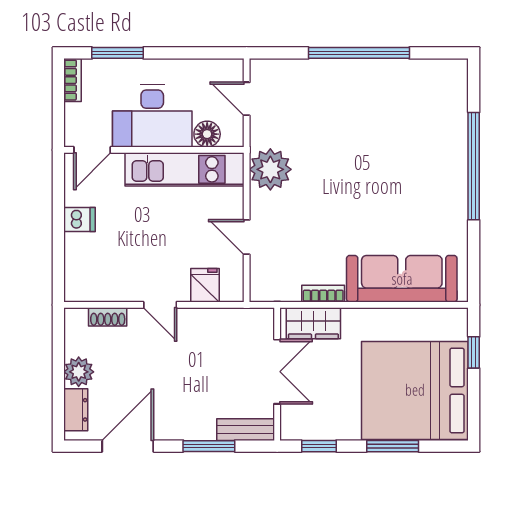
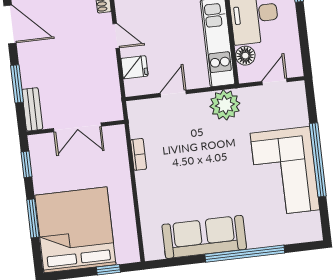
corner sofa: (369, 99) -> (285, 171), added
sofa: (402, 279) -> (204, 237), moved, turned -90
door: (160, 305) -> (116, 36), swing flipped
wardrobe: (313, 323) -> (116, 150), removed

